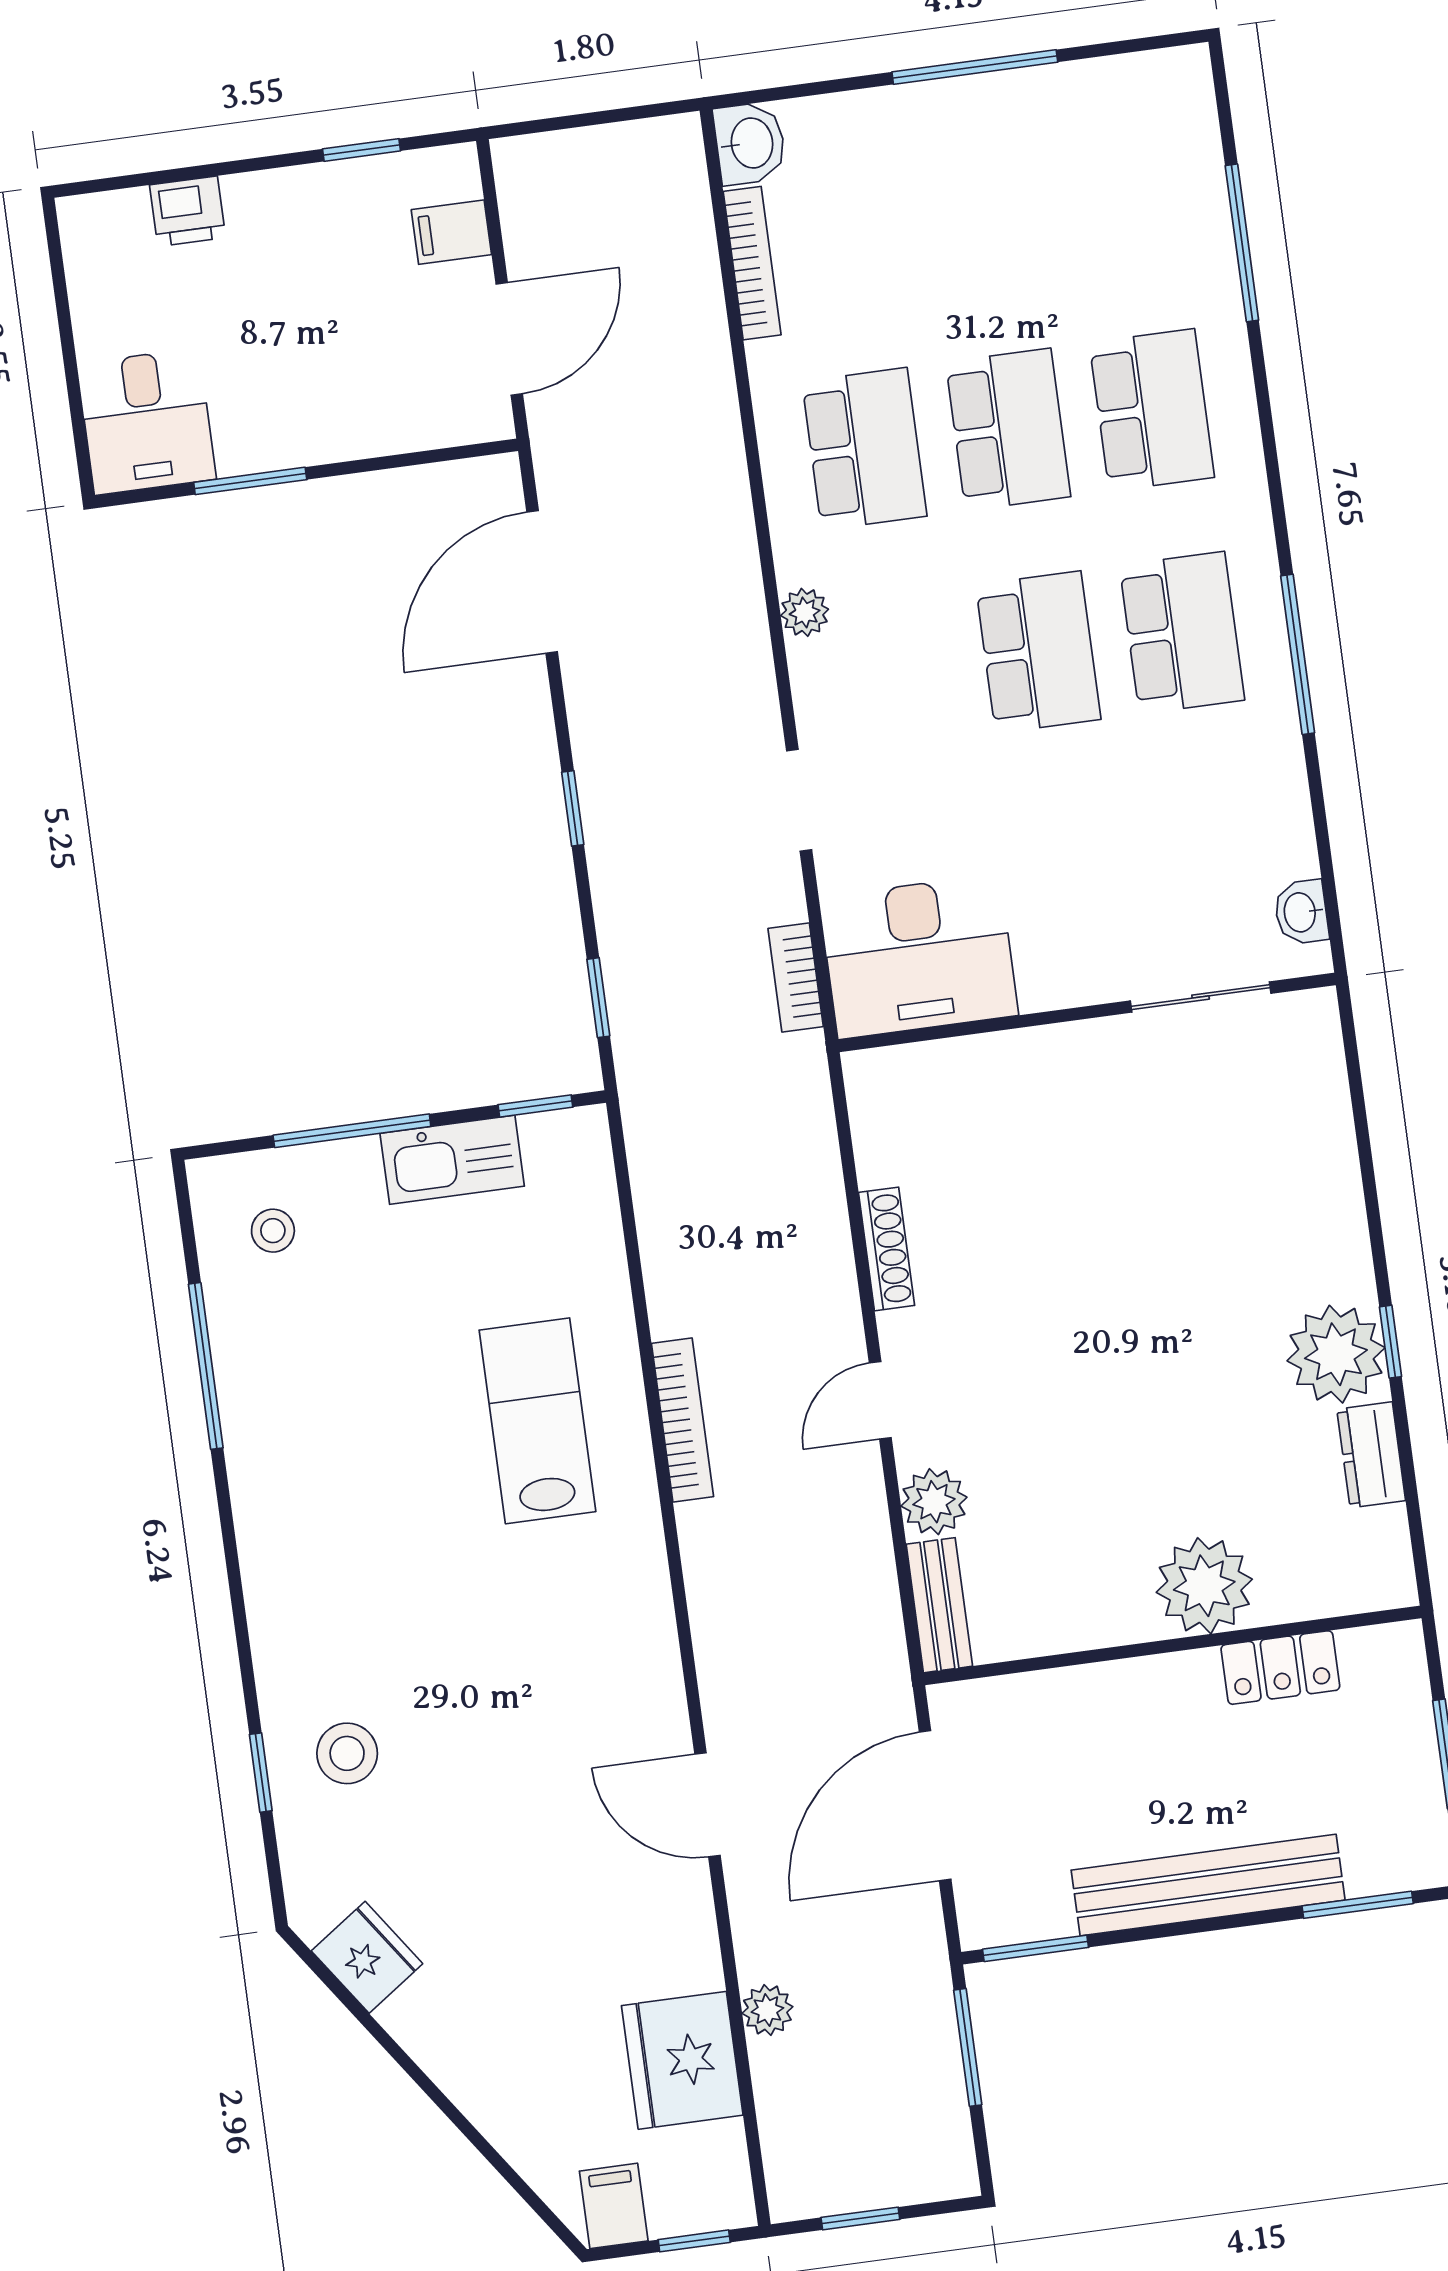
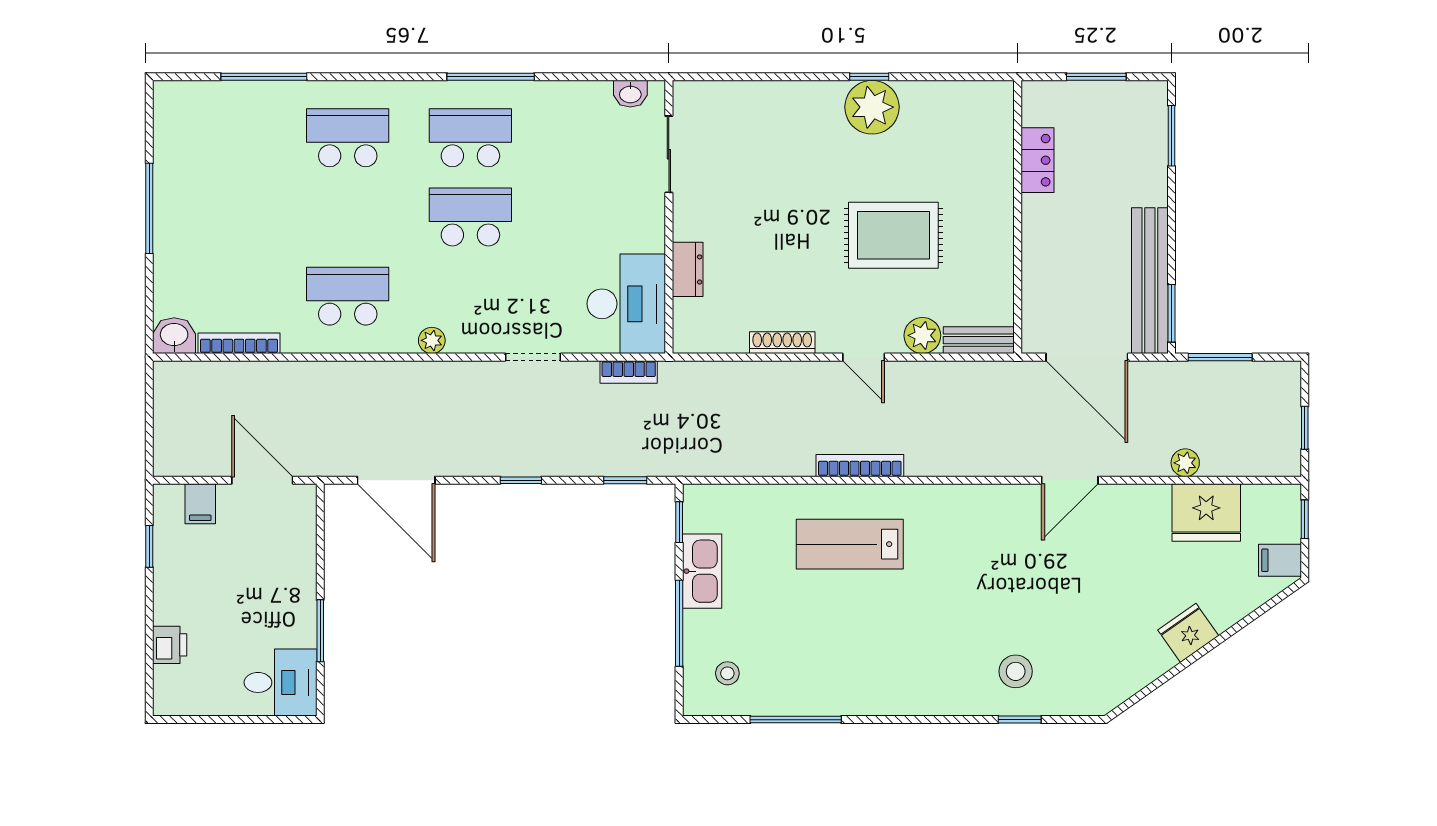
school desk: (1008, 429) -> (348, 217), removed
rug: (1109, 1425) -> (893, 235), added
dresser: (1371, 1455) -> (688, 269), moved, turned -90
plant: (1204, 1586) -> (988, 195), removed
bench: (1208, 1885) -> (1150, 281), moved
fridge: (367, 1957) -> (1188, 633), moved

